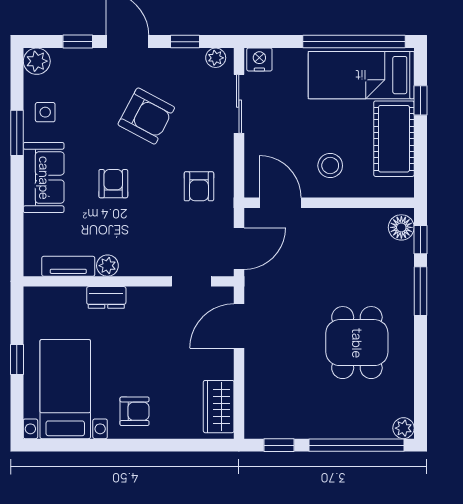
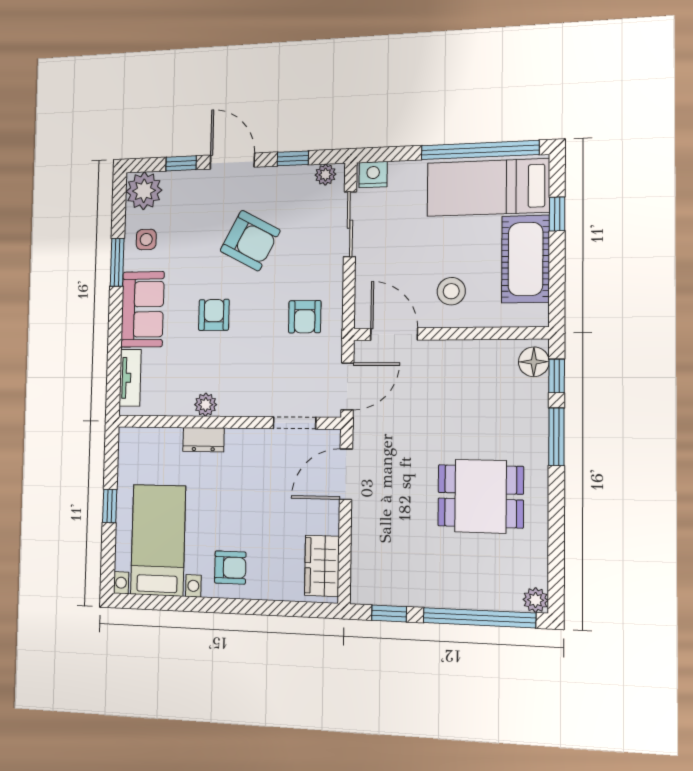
plant: (37, 61) -> (144, 191), width x1.36, depth x1.36
tv unit: (68, 266) -> (130, 378), moved, turned 90
dining table: (357, 343) -> (481, 496), turned 90

